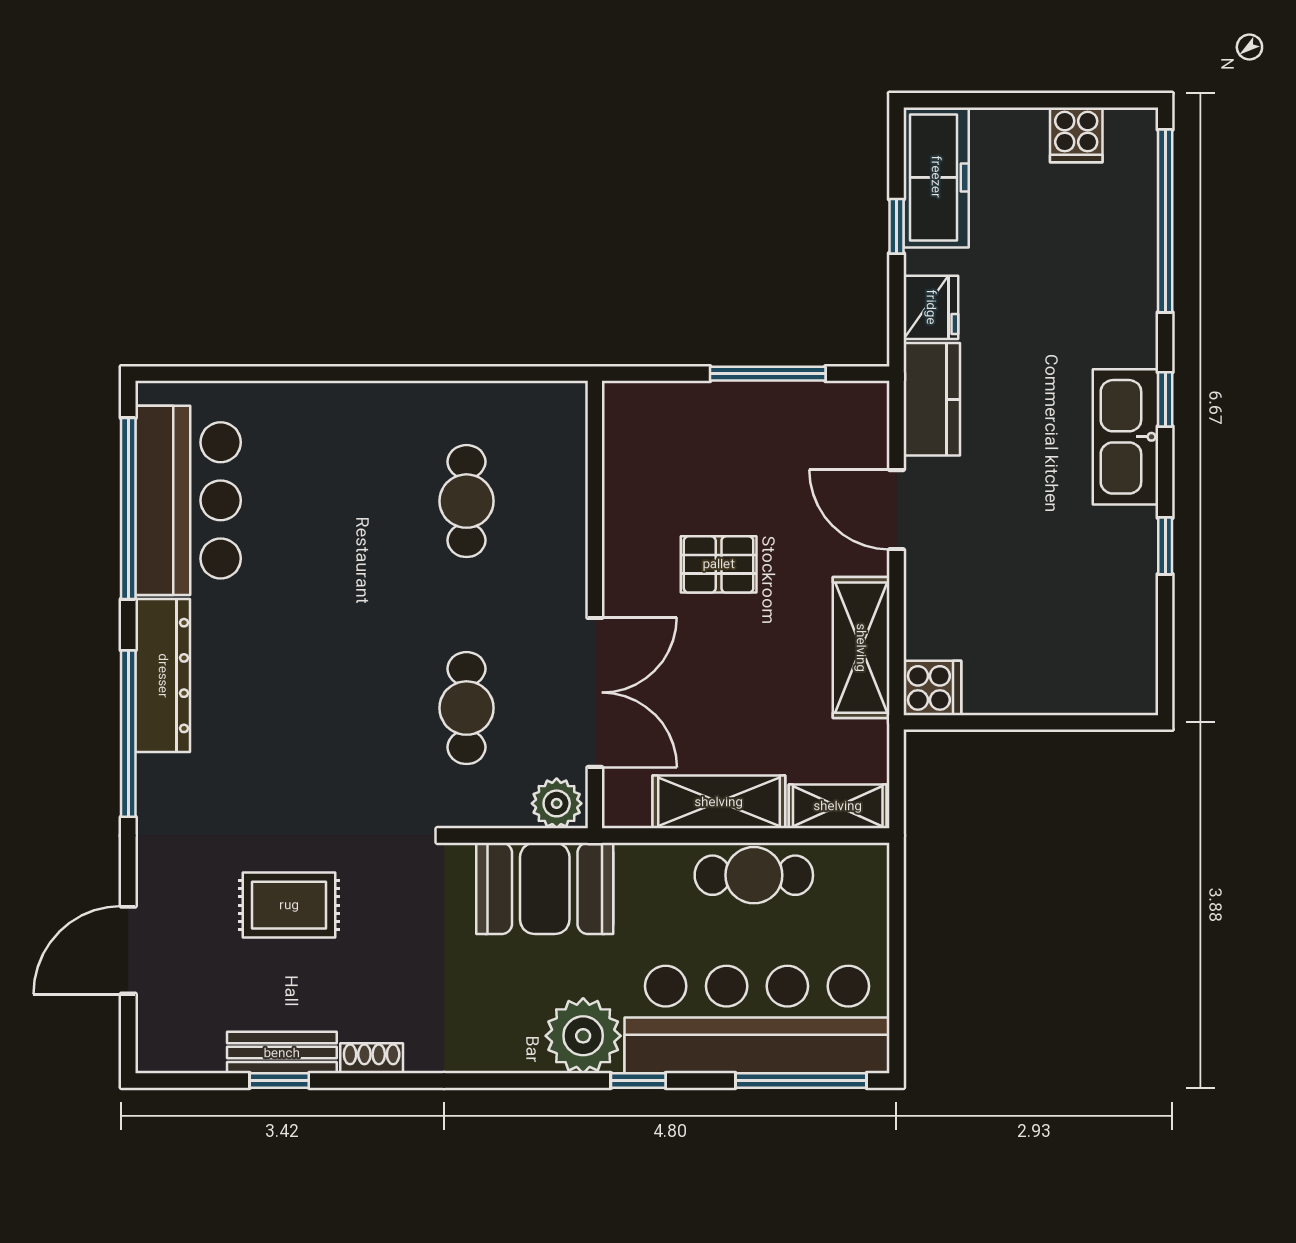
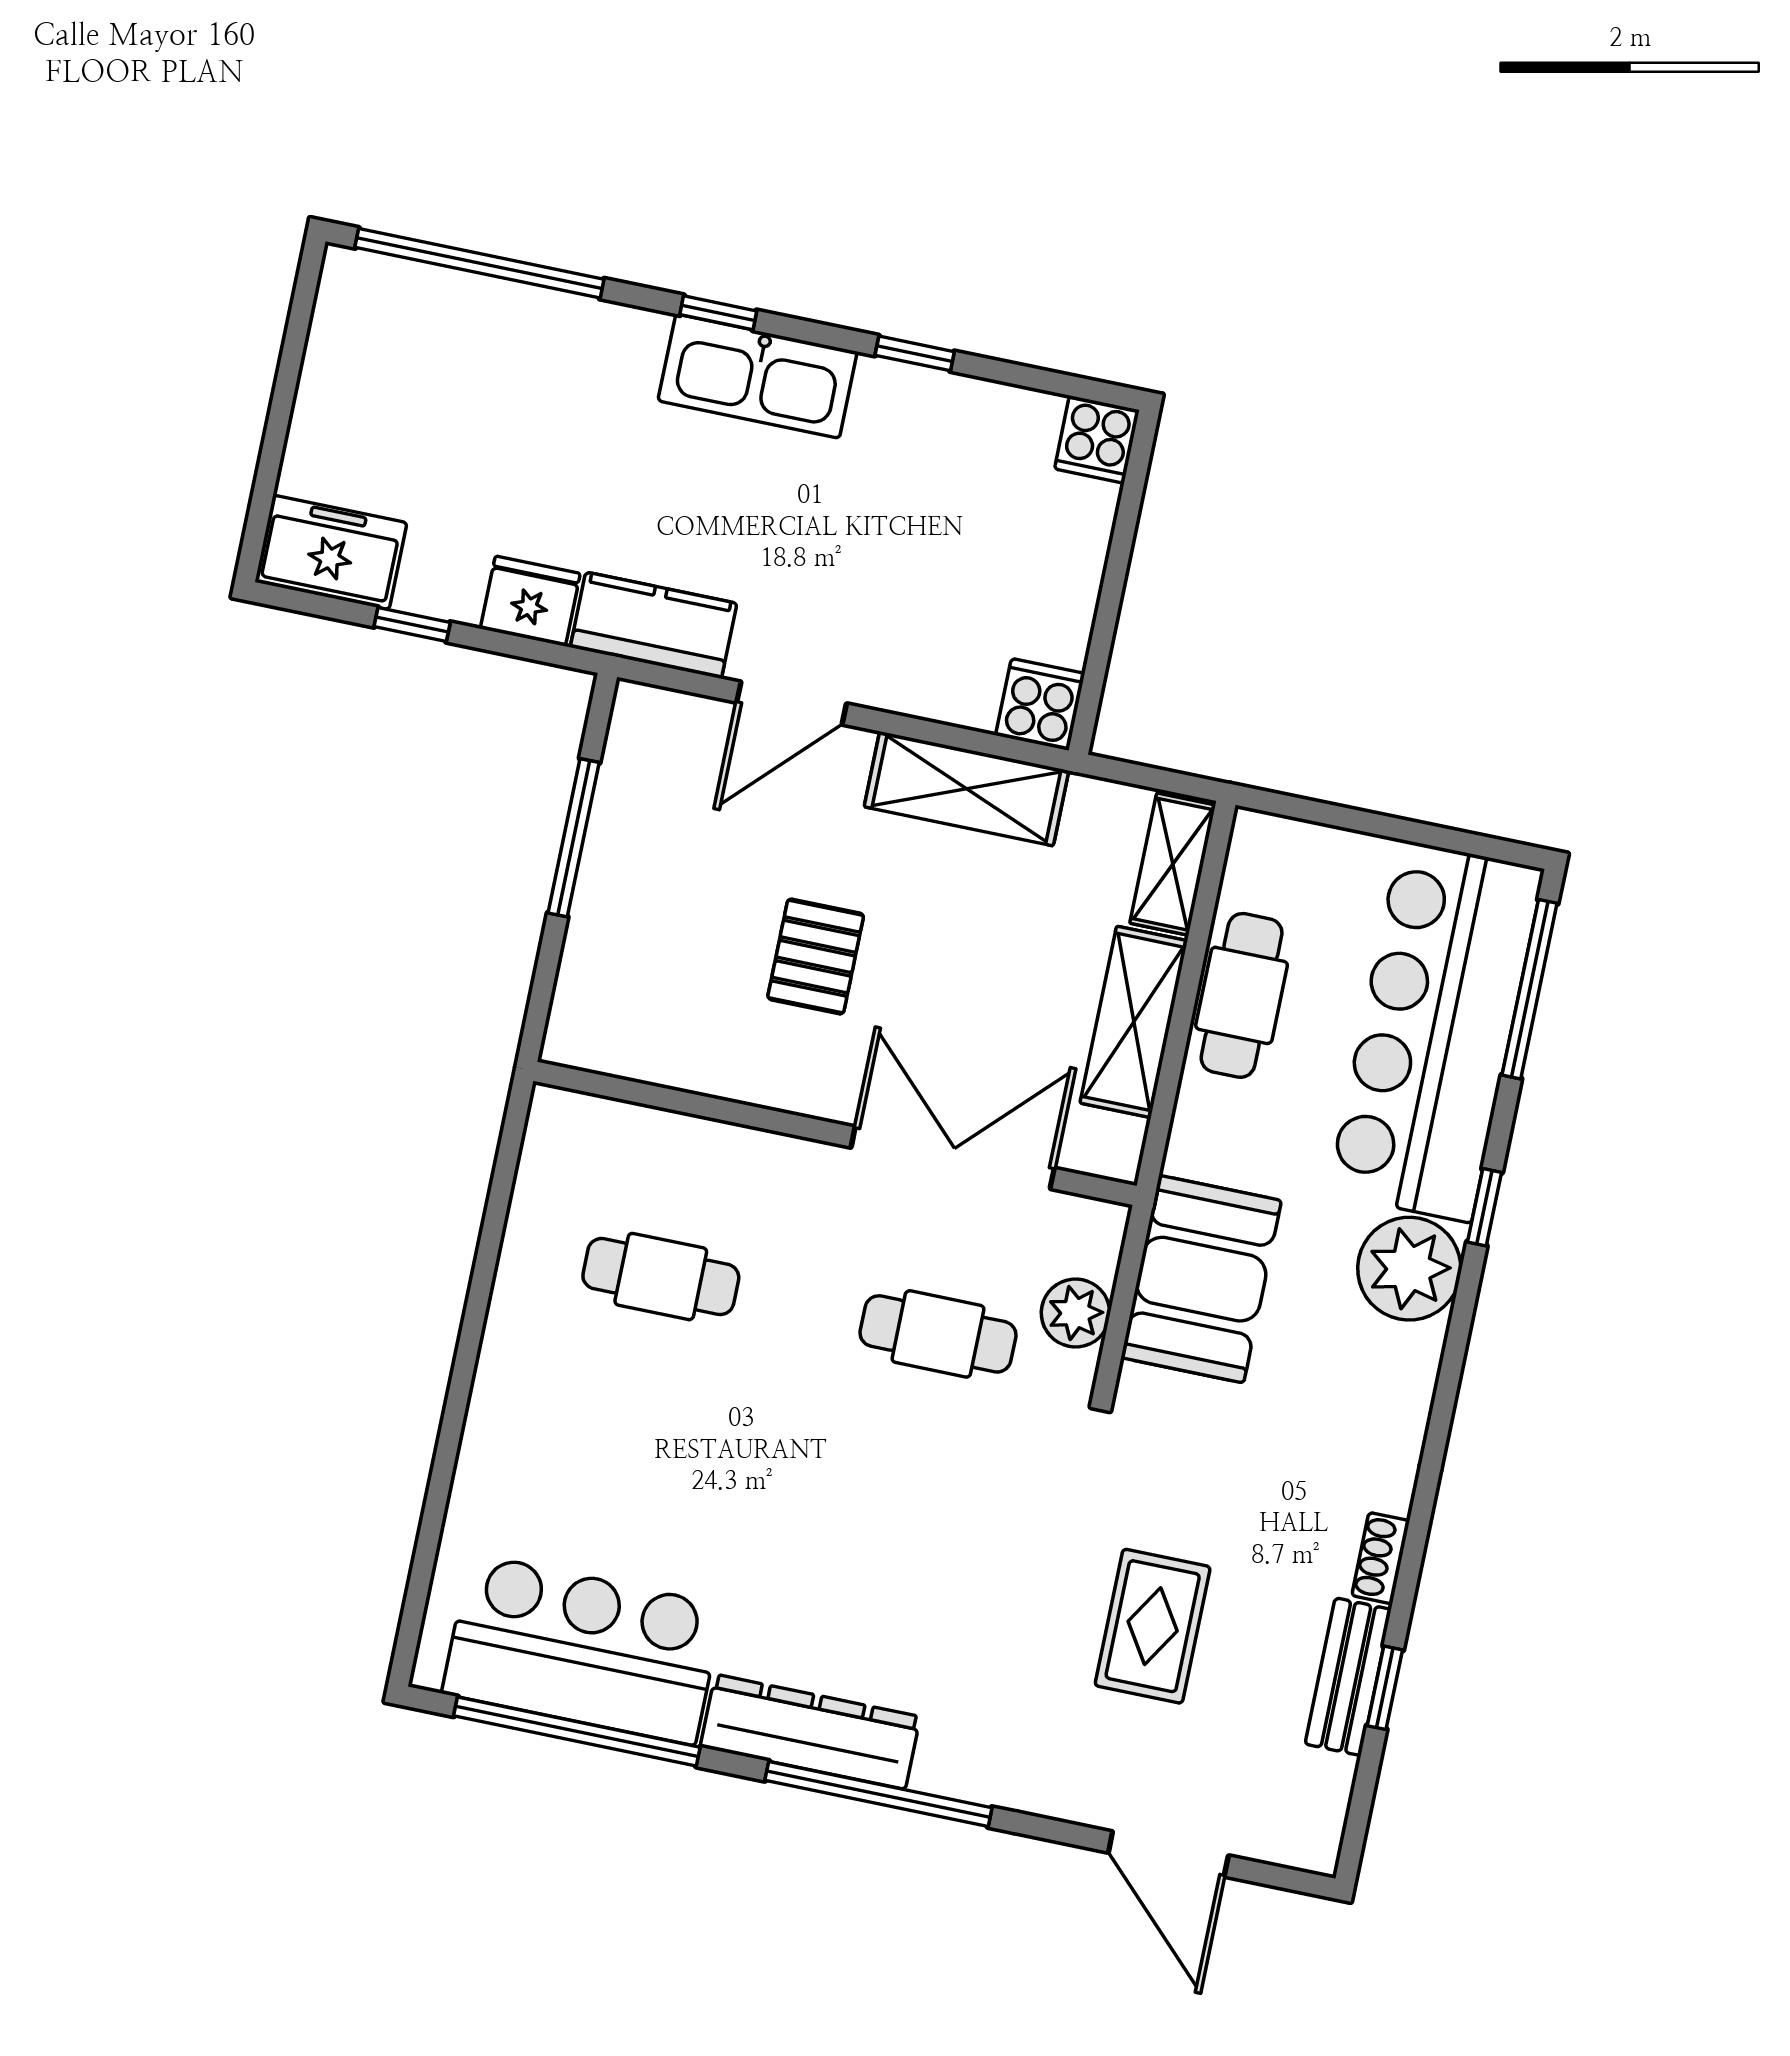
cooker: (1076, 135) -> (1097, 439), moved, turned 90
freezer: (936, 177) -> (331, 552), width x0.71
plant: (557, 803) -> (1076, 1313), moved

